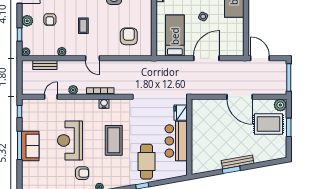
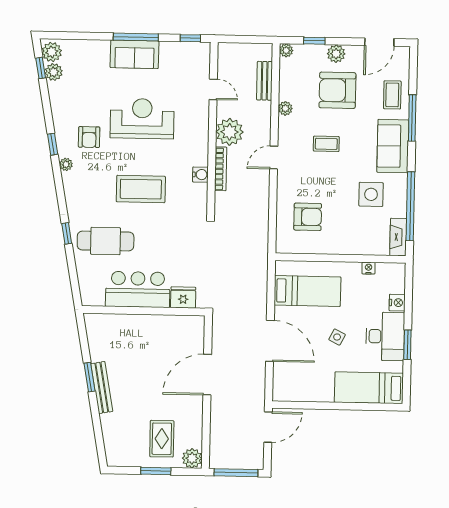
armchair: (50, 19) -> (337, 90), width x1.88, depth x1.88
plant: (73, 90) -> (230, 132), width x1.87, depth x1.87
door: (240, 97) -> (207, 375), moved
rug: (269, 124) -> (162, 439), width x0.73, depth x0.70

